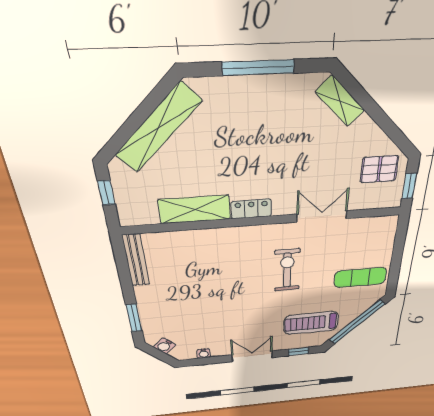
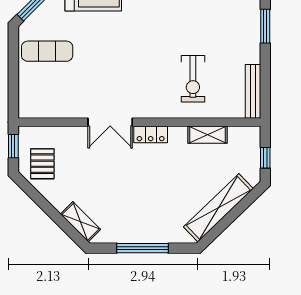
pallet: (379, 169) -> (42, 164), turned 90
shelving: (195, 209) -> (208, 135), width x0.67, depth x0.75
double door: (322, 216) -> (110, 122), moved
exercise bike: (287, 270) -> (193, 79), moved

